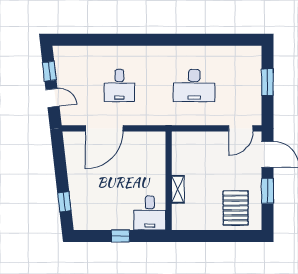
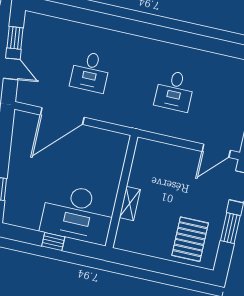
desk: (194, 86) -> (175, 91), width x0.73
desk: (150, 213) -> (78, 214), width x1.87, depth x1.30

